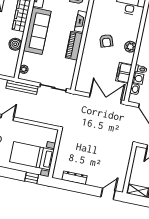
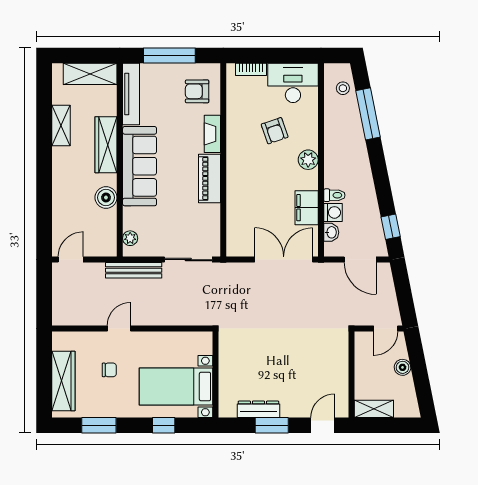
armchair: (106, 41) -> (275, 131), moved
window: (32, 178) -> (164, 425), moved
window: (80, 188) -> (272, 425), added

